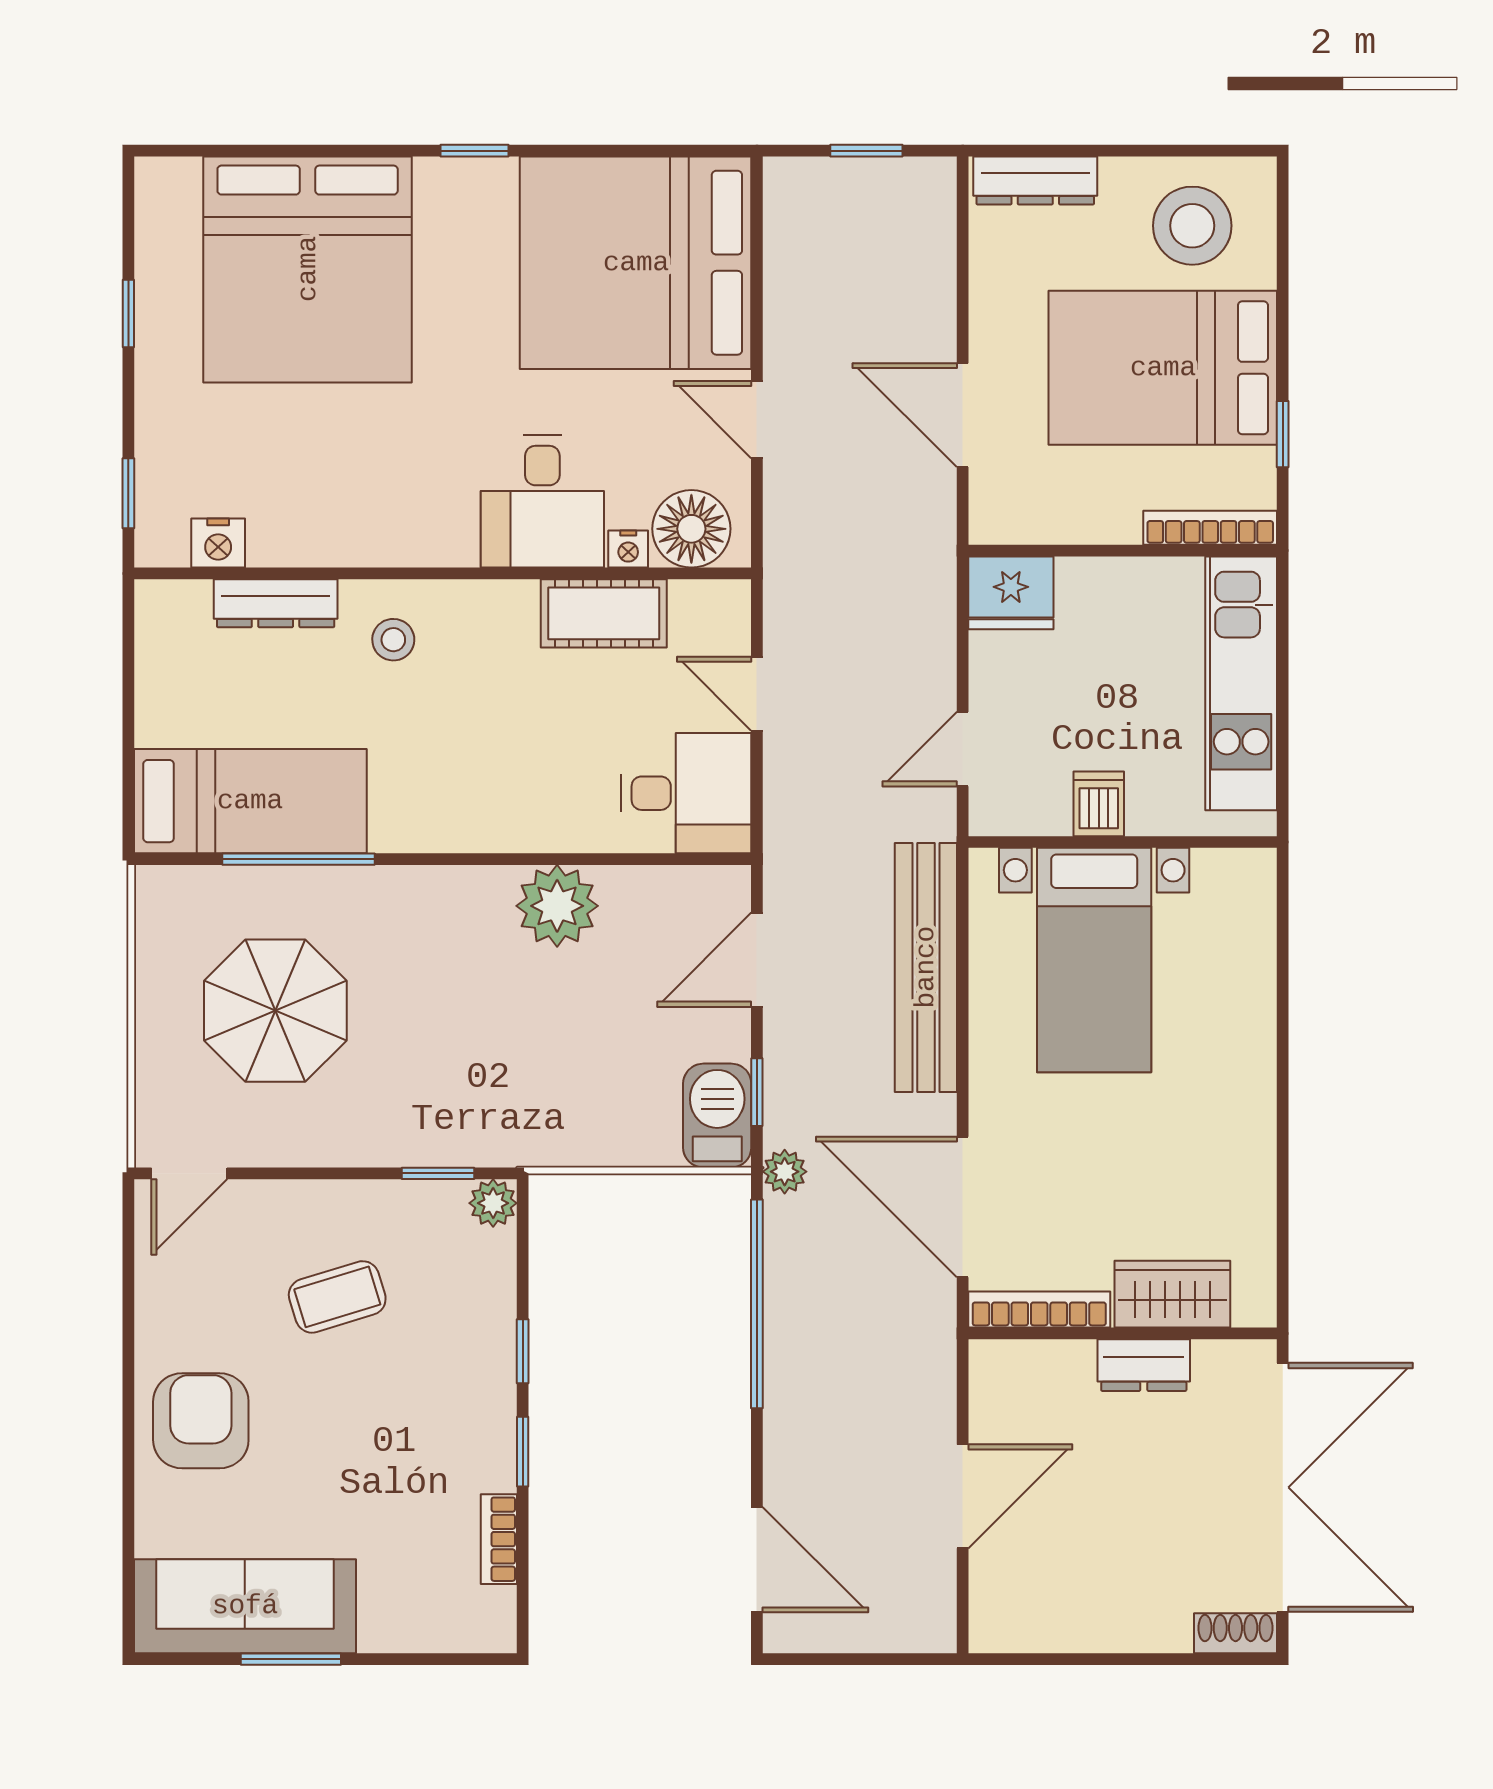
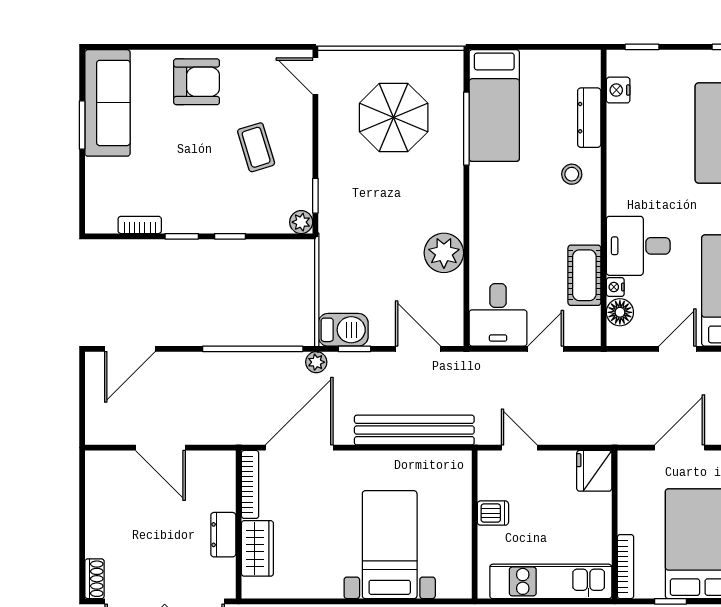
floor lamp: (691, 529) -> (620, 312), width x0.73, depth x0.73
bed with nightstands: (1094, 960) -> (390, 545), moved, turned 90

